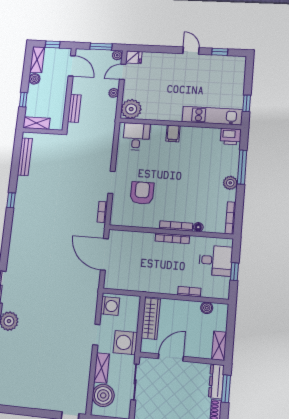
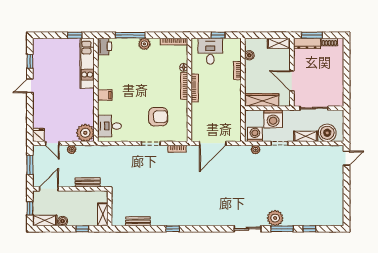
plant: (117, 55) -> (256, 150), moved
bench: (25, 157) -> (138, 221), width x0.73
armchair: (142, 193) -> (158, 117), turned 180
washing machine: (125, 343) -> (273, 119), moved

